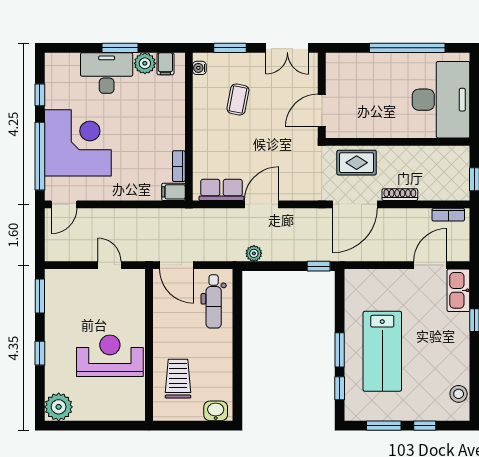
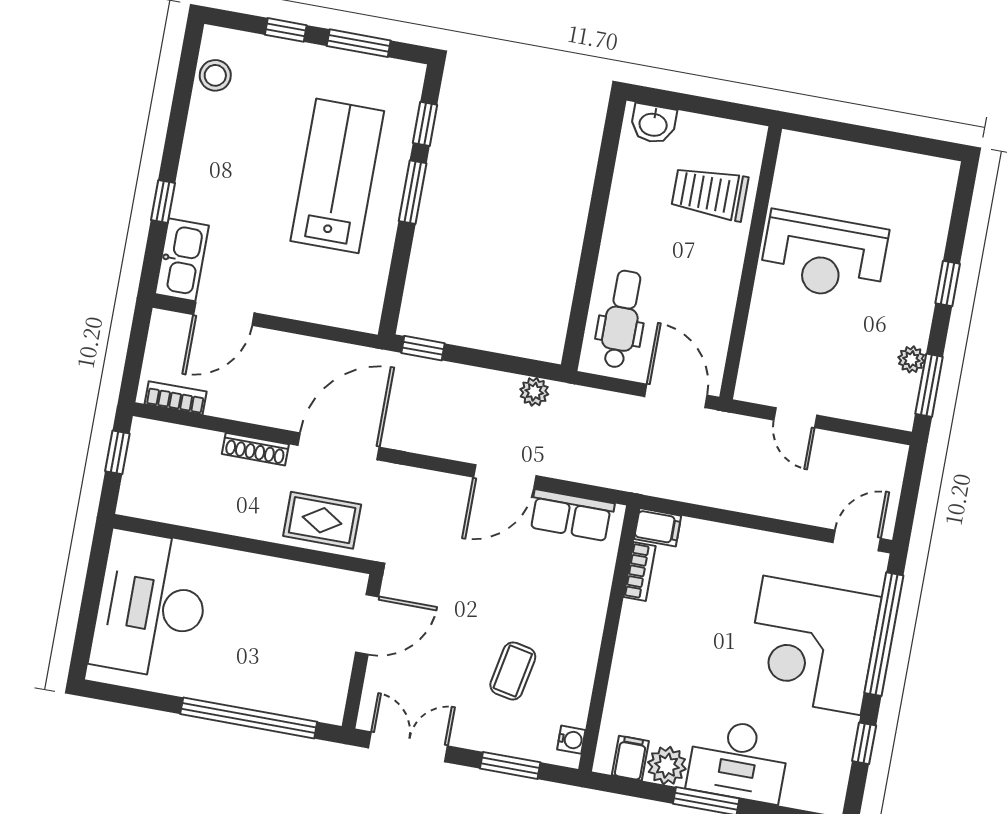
window: (407, 48) -> (249, 718), moved
trolley: (178, 379) -> (710, 193), turned 90
plant: (59, 407) -> (911, 359), moved, width x0.53, depth x0.53

